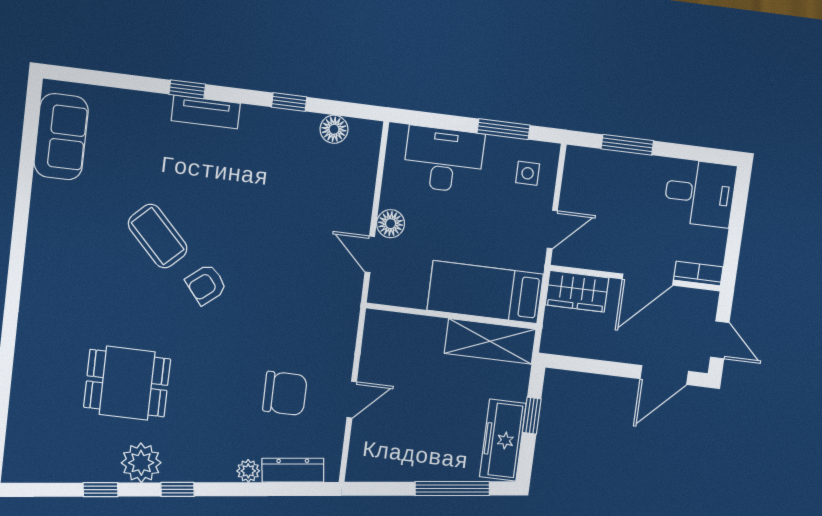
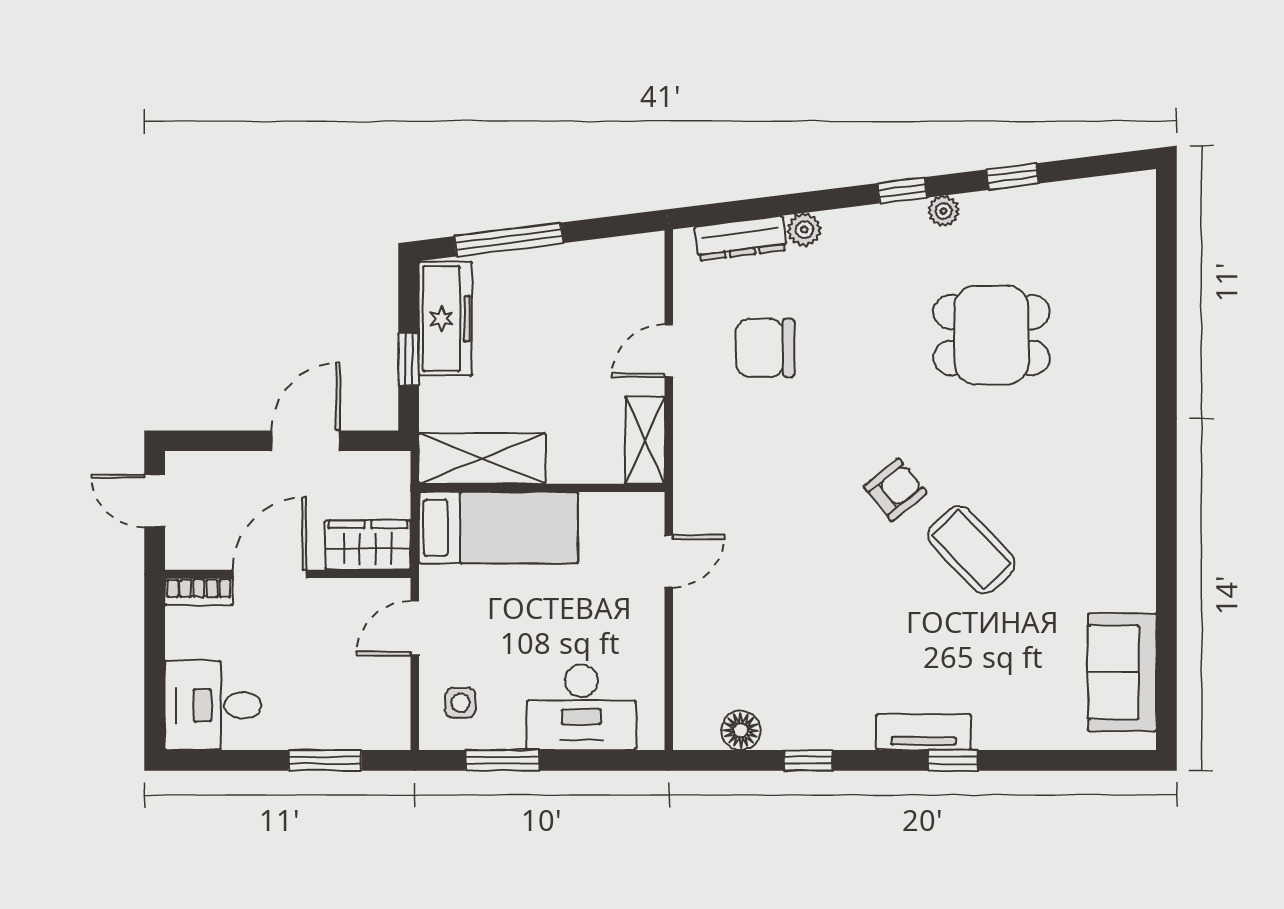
floor lamp: (391, 224) -> (645, 608), removed
door: (370, 254) -> (669, 561), hinge flipped
shelving: (376, 340) -> (645, 440), added
door: (664, 375) -> (306, 441), moved
plant: (141, 463) -> (944, 211), width x0.53, depth x0.53

